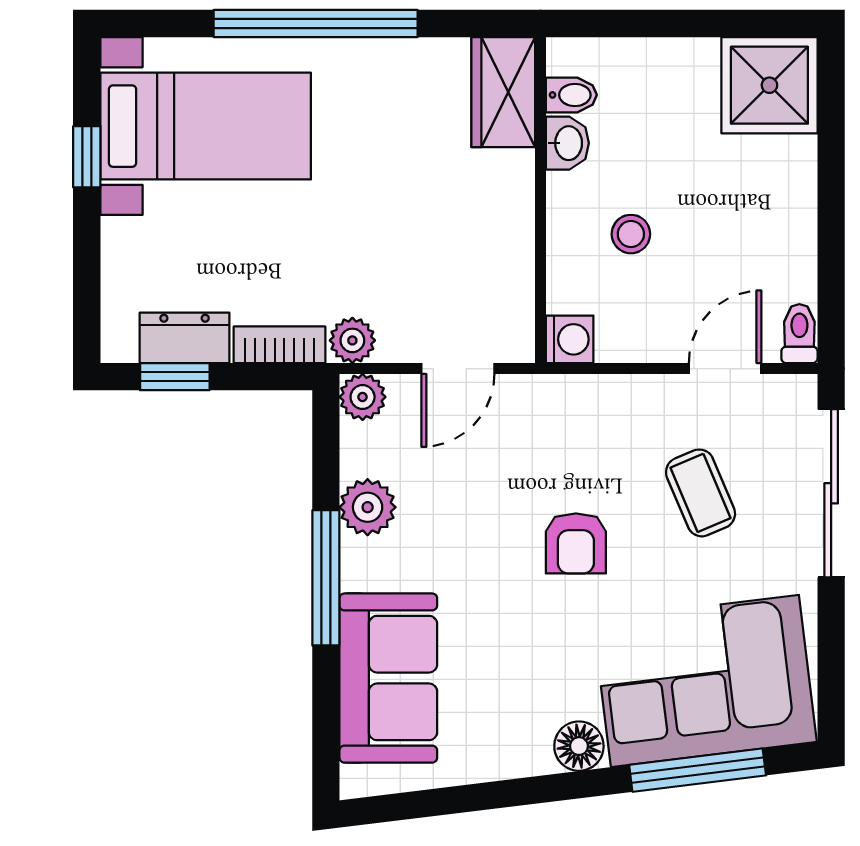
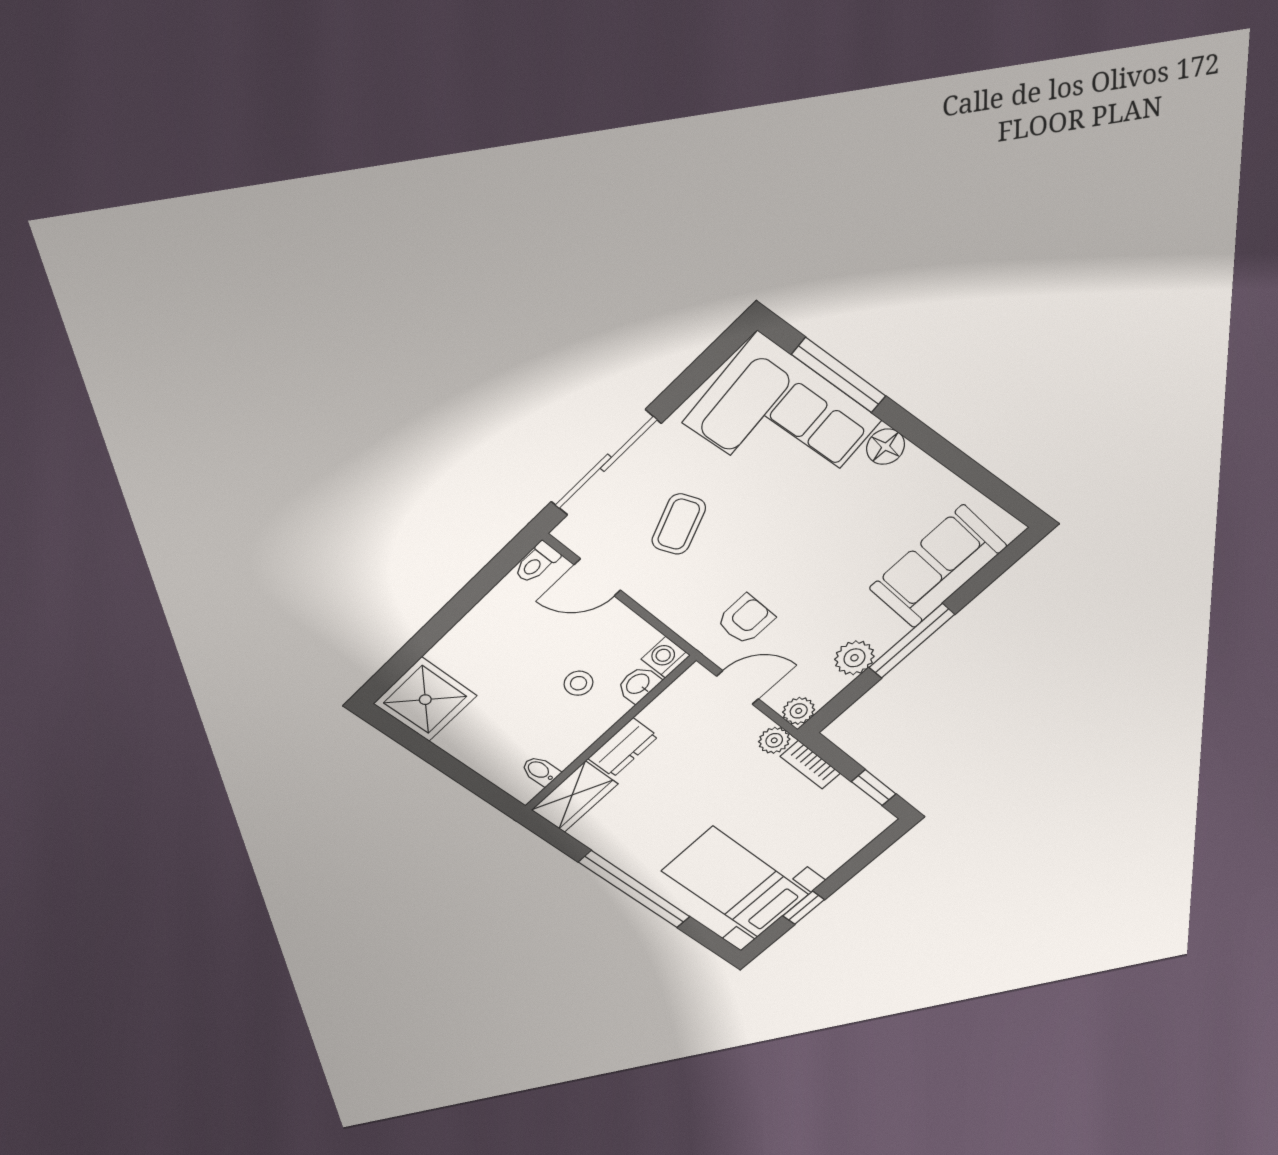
washbasin: (567, 143) -> (638, 684), moved
dresser: (185, 338) -> (623, 748), moved, turned -90
armchair: (576, 543) -> (746, 619), moved

